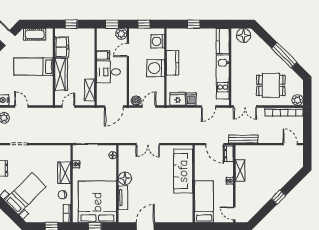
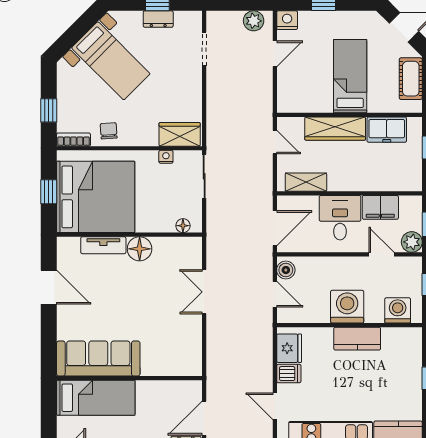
filing cabinet: (103, 55) -> (380, 207), width x2.00
door: (114, 107) -> (275, 228), swing flipped
sofa: (183, 171) -> (98, 358), moved
wardrobe: (64, 173) -> (180, 134), moved

